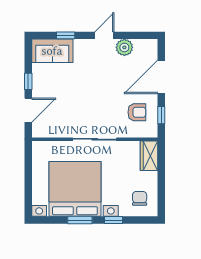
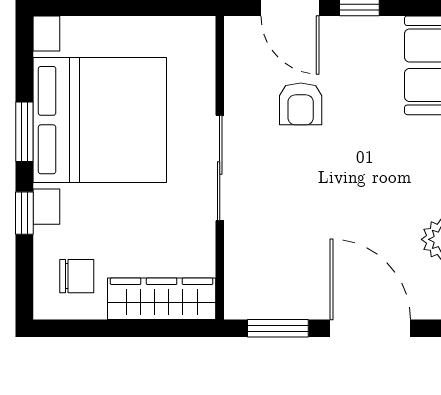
armchair: (137, 112) -> (301, 104), moved
window: (161, 115) -> (278, 328), width x1.50
wardrobe: (149, 156) -> (162, 299), width x1.50

